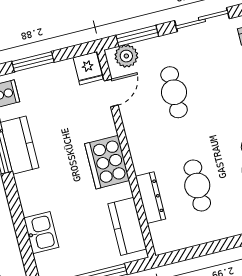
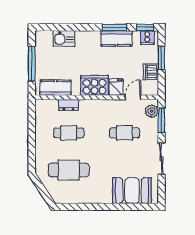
fridge: (88, 68) -> (116, 87), moved, turned 90
dishwasher: (61, 74) -> (151, 72), added
door: (111, 93) -> (133, 97), swing flipped
dresser: (151, 198) -> (68, 105), width x0.70

